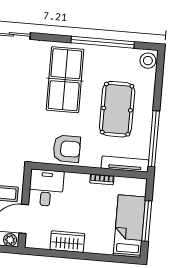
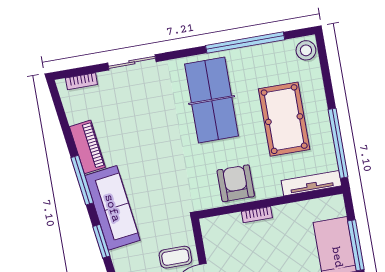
armchair: (67, 149) -> (236, 183), turned -90
bookcase: (102, 179) -> (257, 215), moved
desk: (46, 188) -> (223, 237), removed

